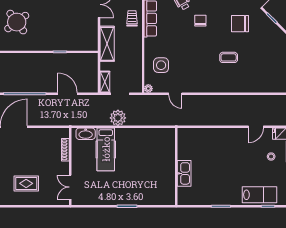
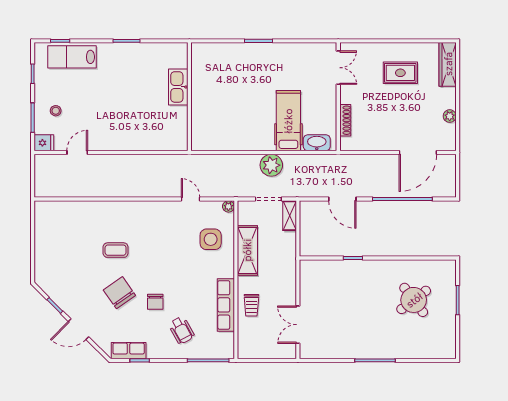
chair: (240, 24) -> (119, 293), moved, turned -125
shelving: (107, 44) -> (247, 250), moved

